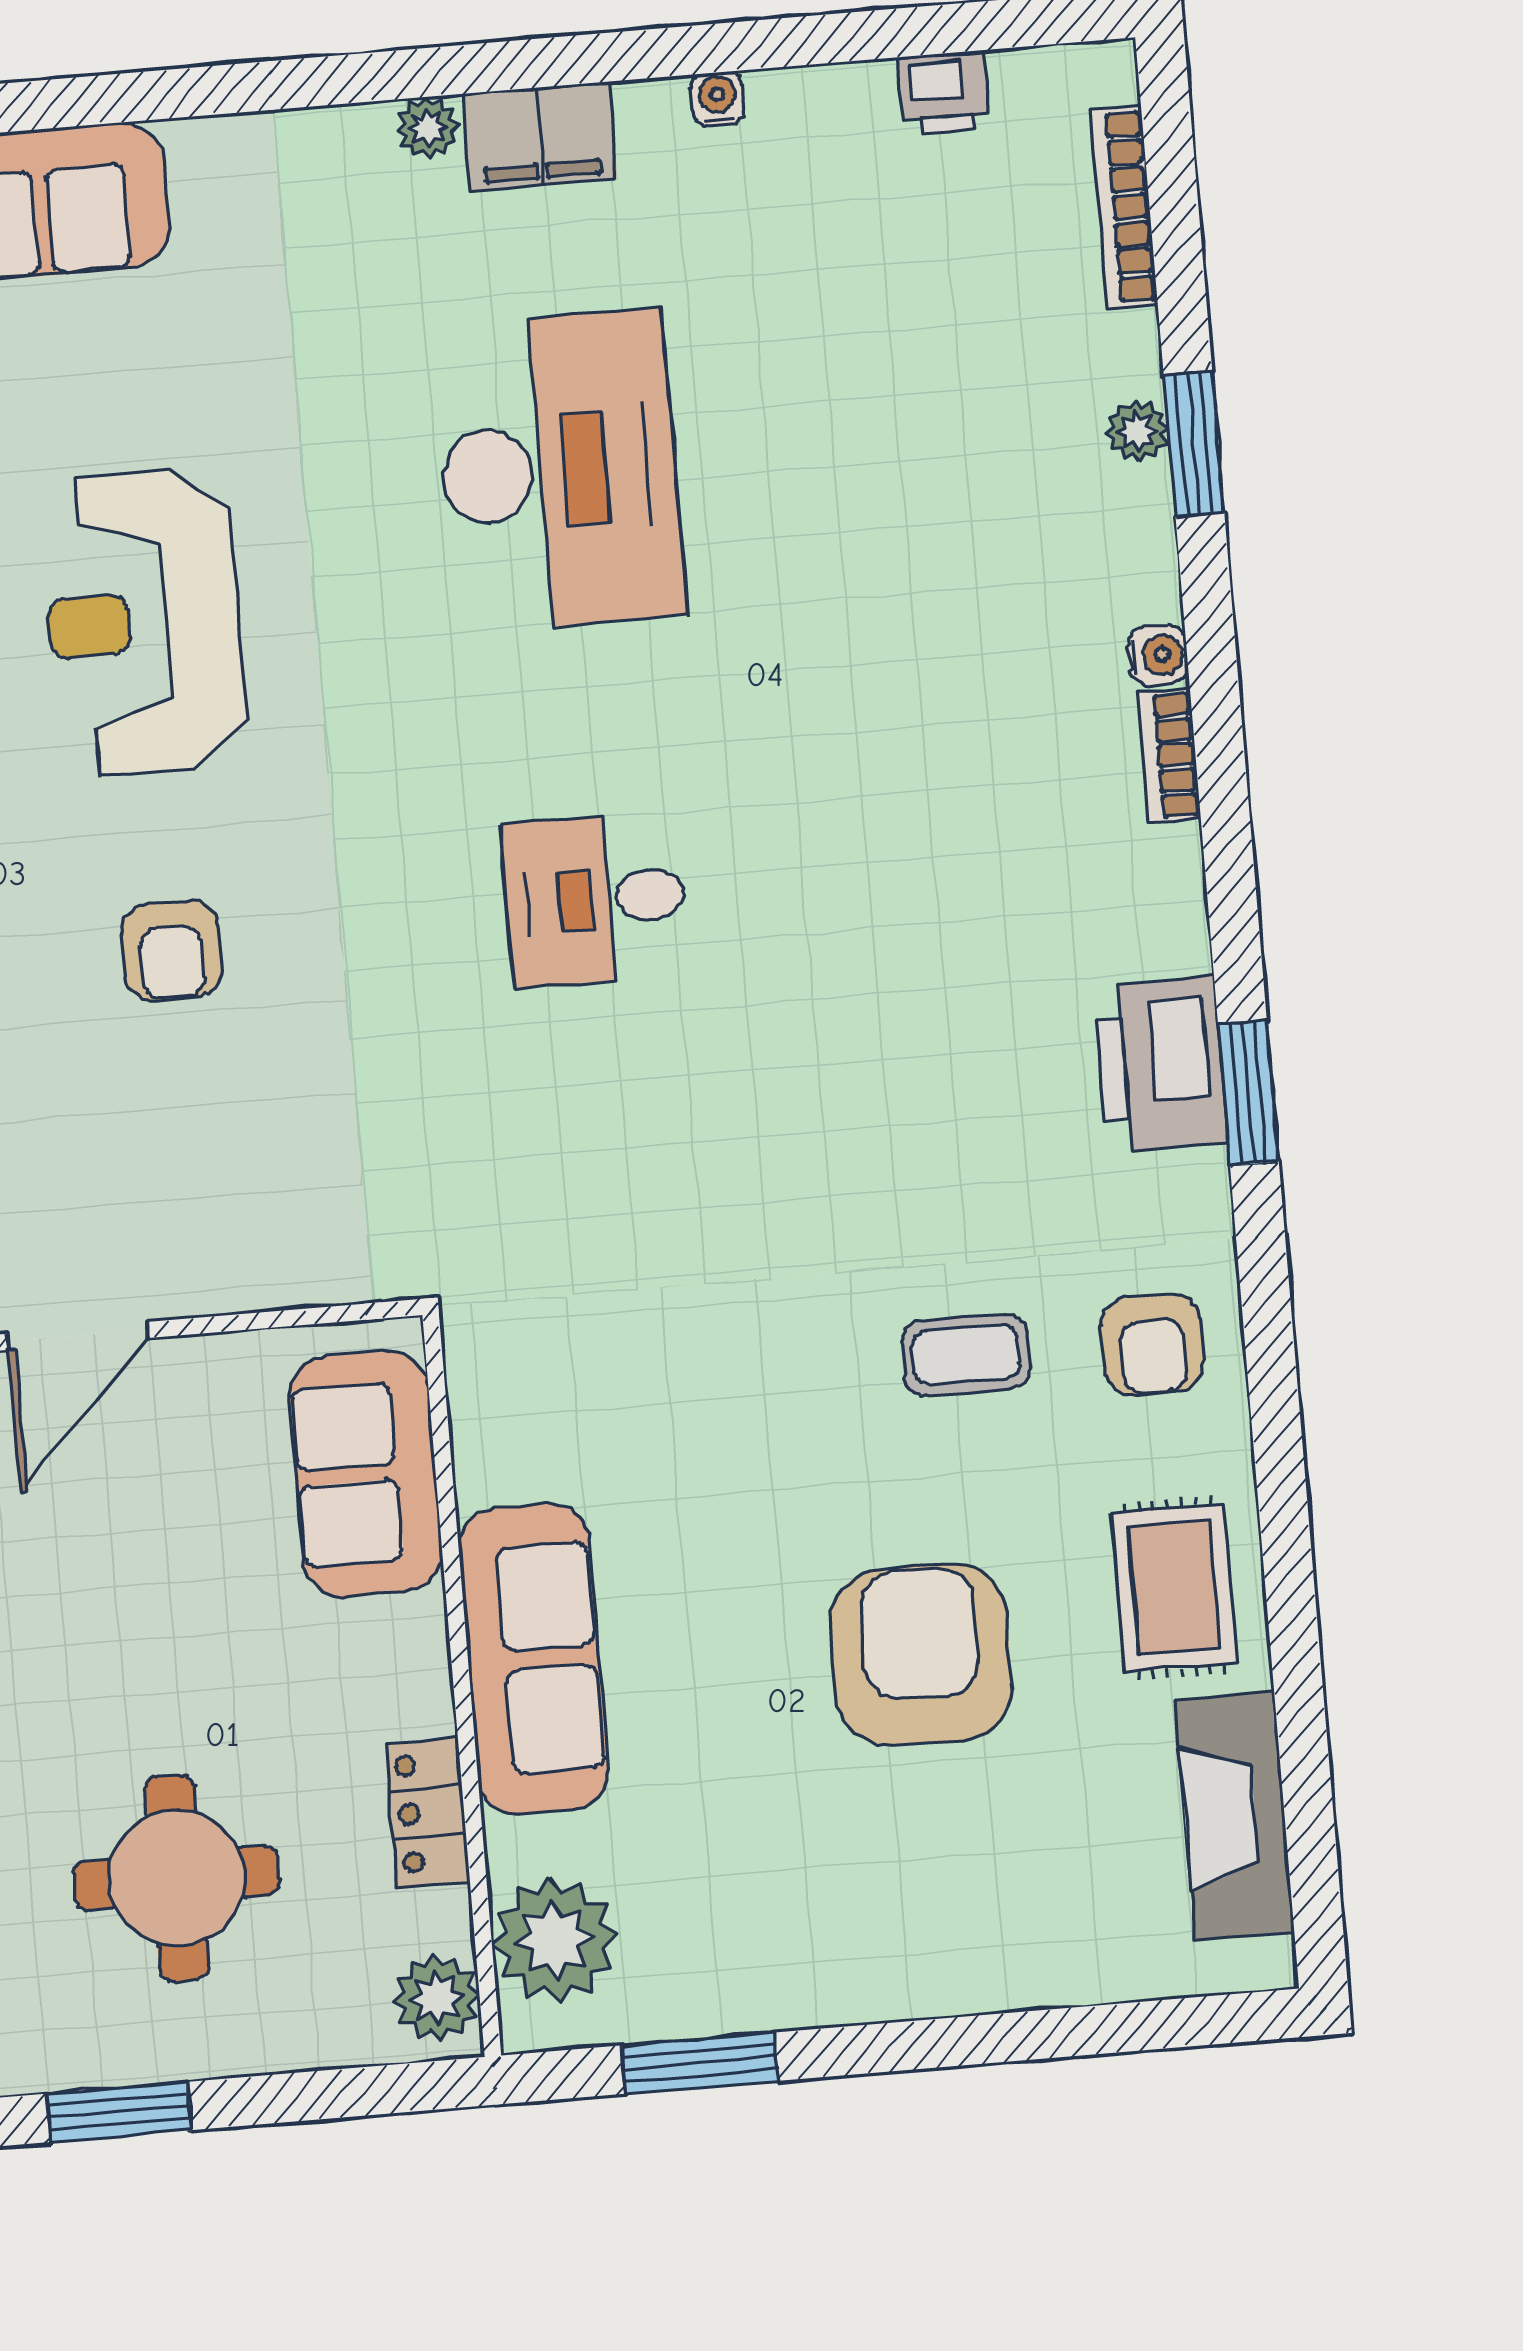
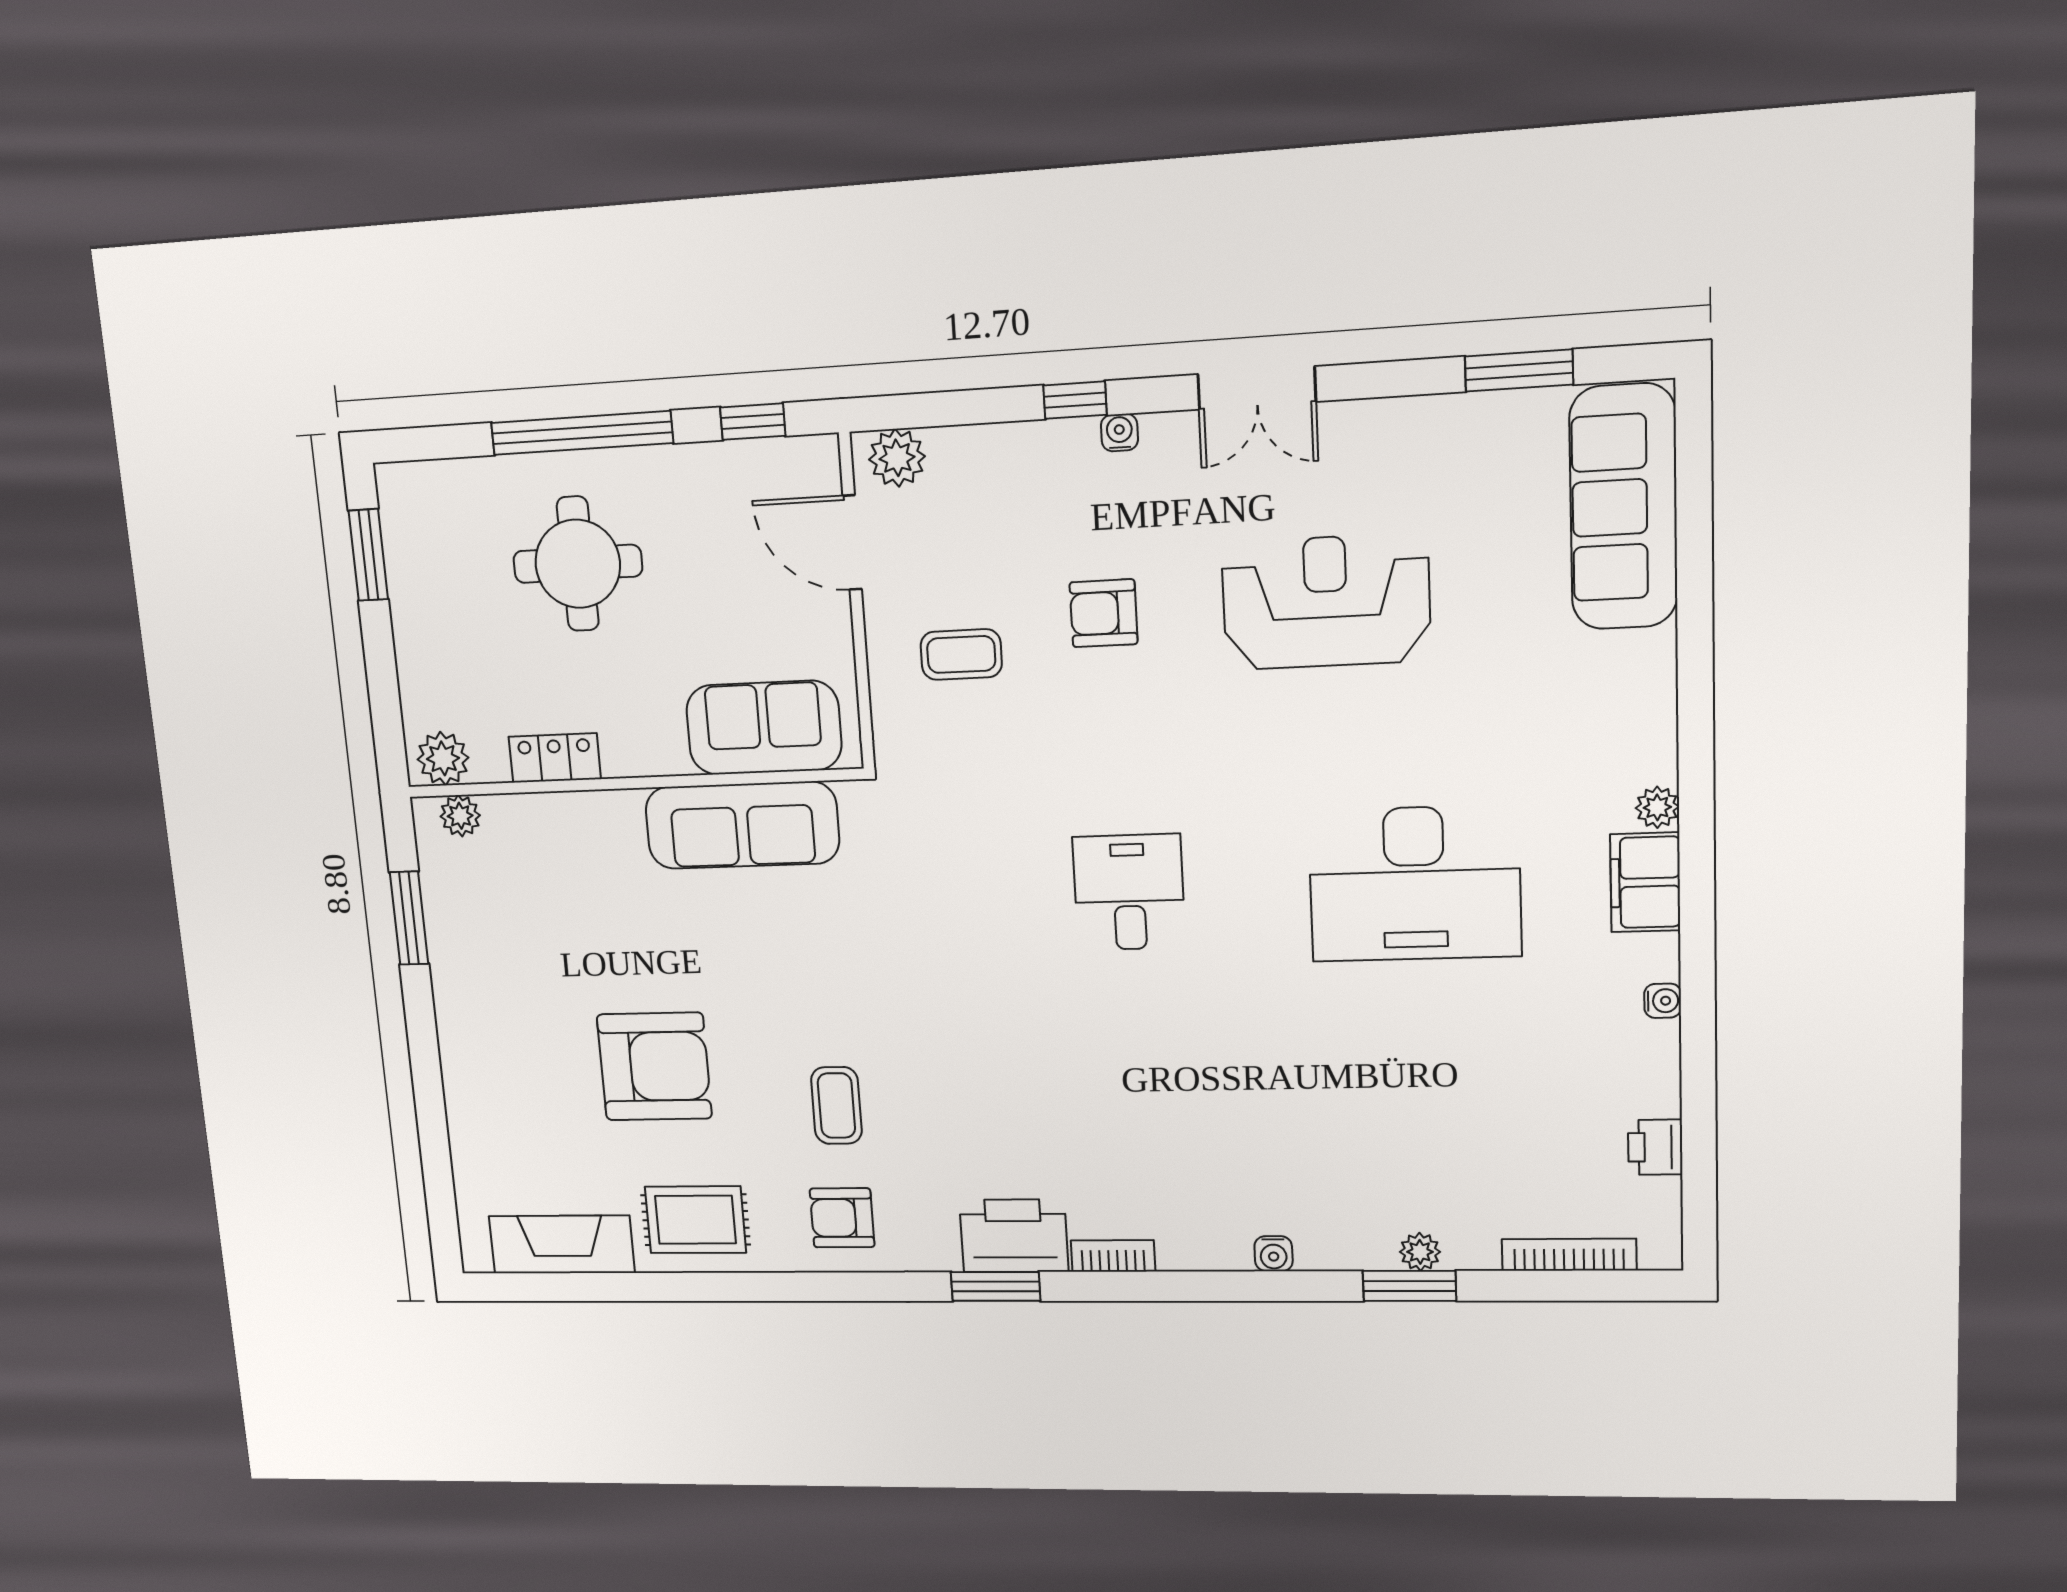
bookcase: (1169, 756) -> (1113, 1256), moved
coffee table: (241, 1166) -> (961, 654), added
sofa: (533, 1659) -> (742, 825), moved
round table: (177, 1878) -> (578, 564), moved
plant: (555, 1940) -> (460, 816), width x0.53, depth x0.53

